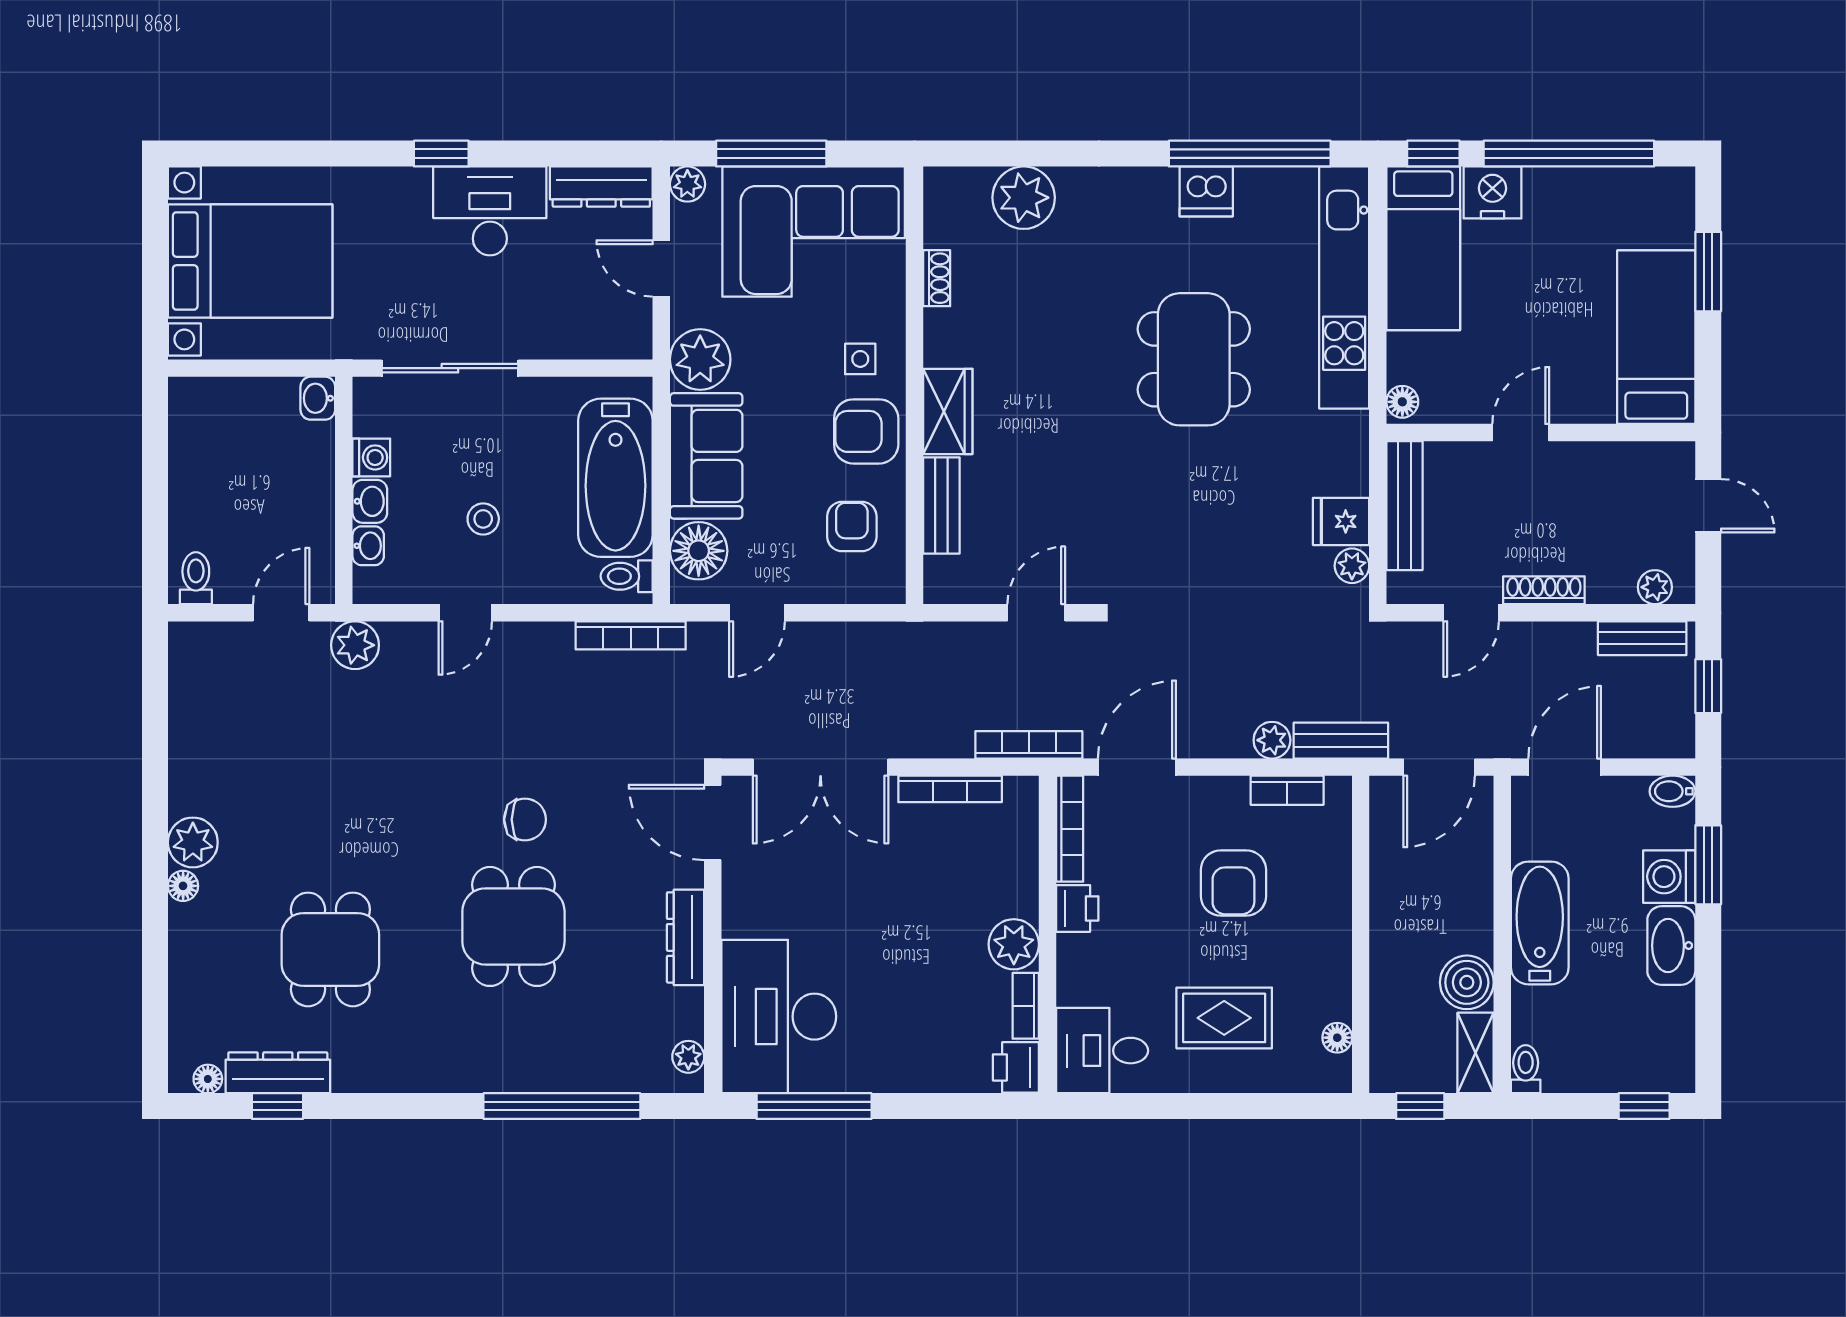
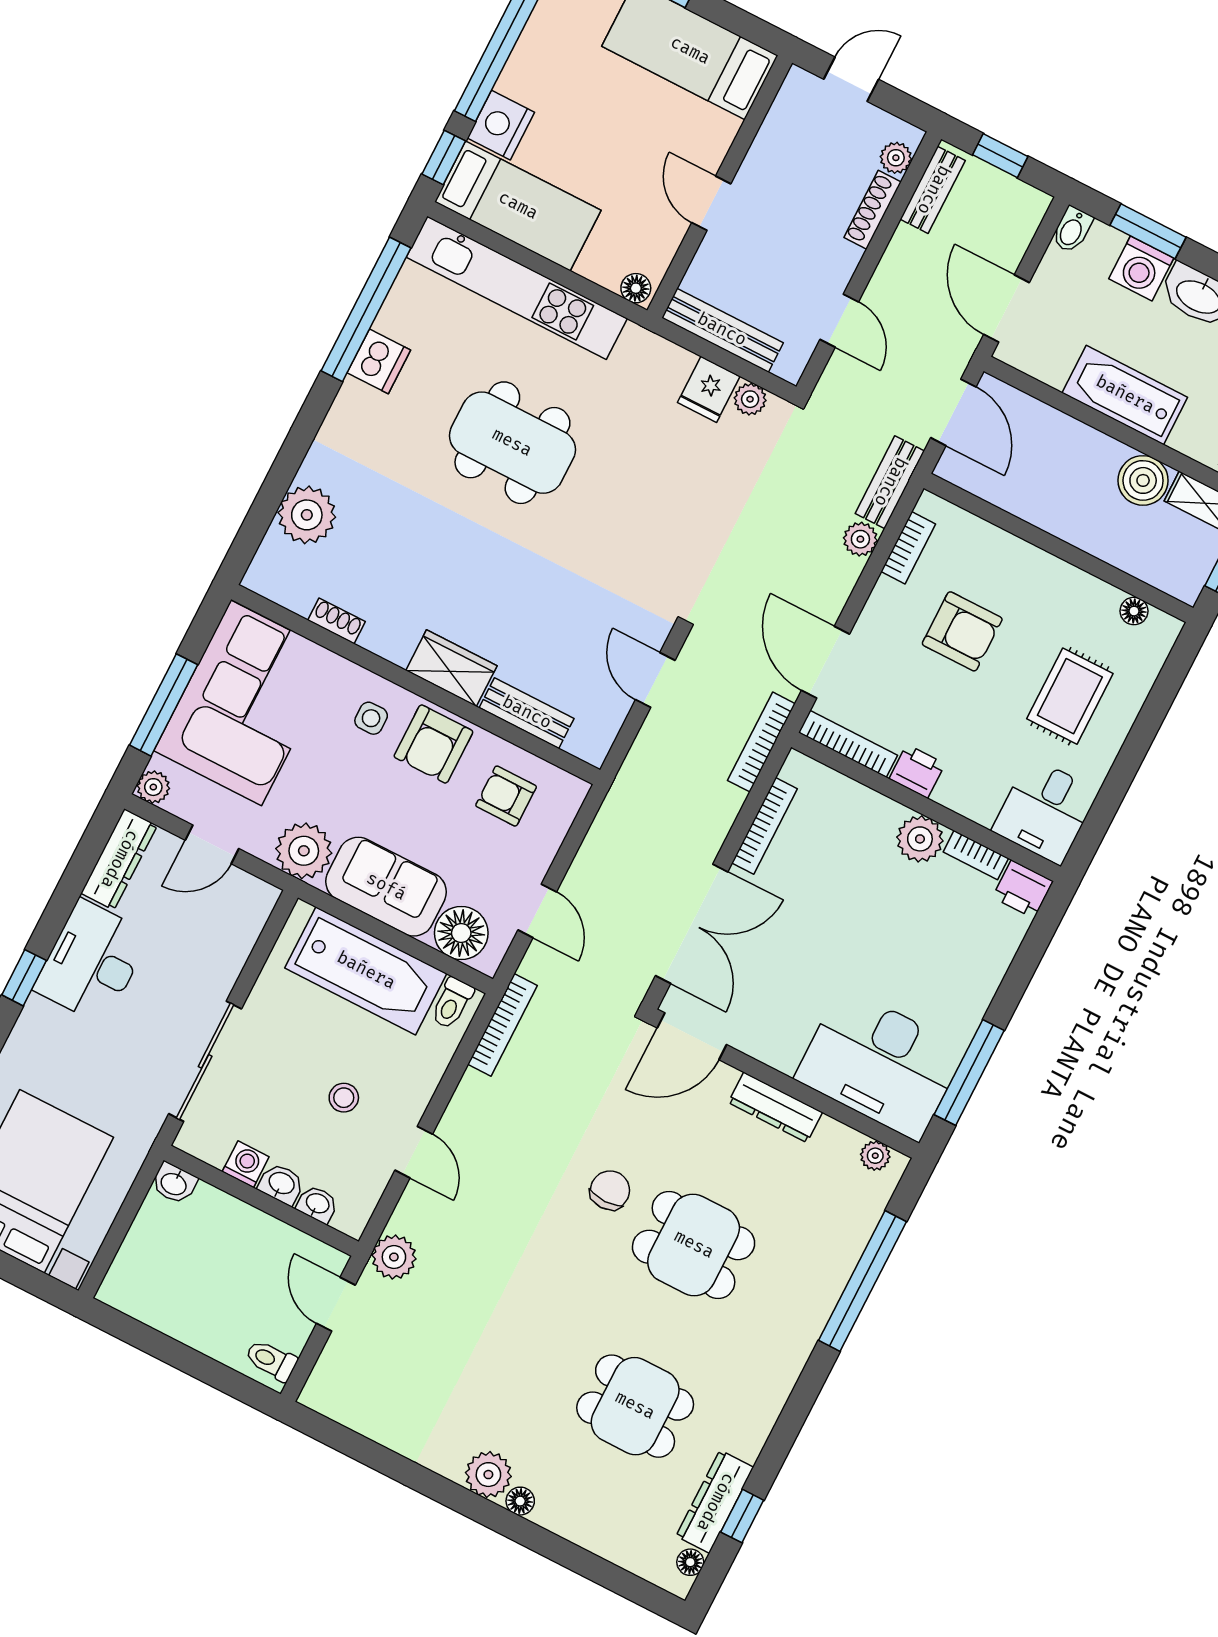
shoe rack: (1544, 590) -> (873, 210), moved

